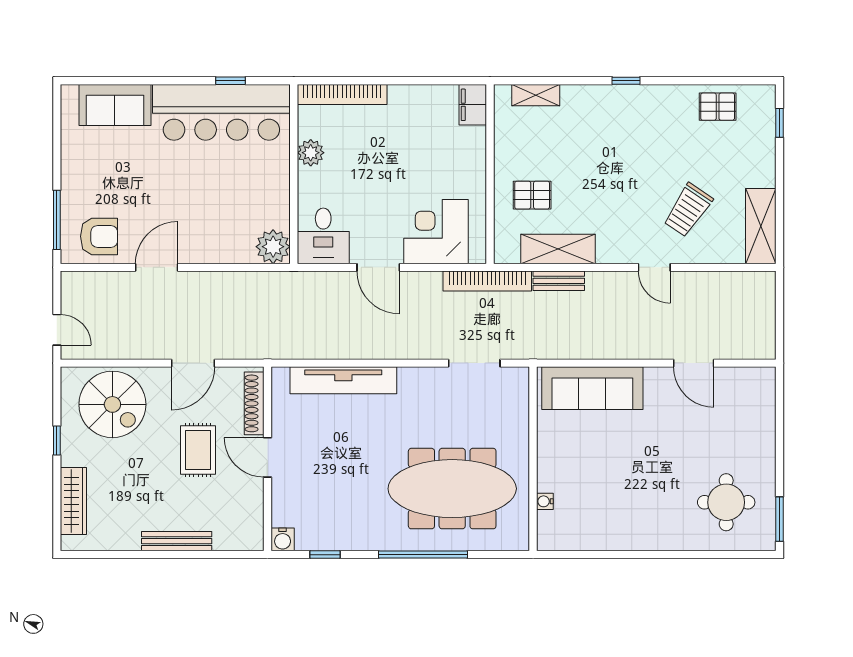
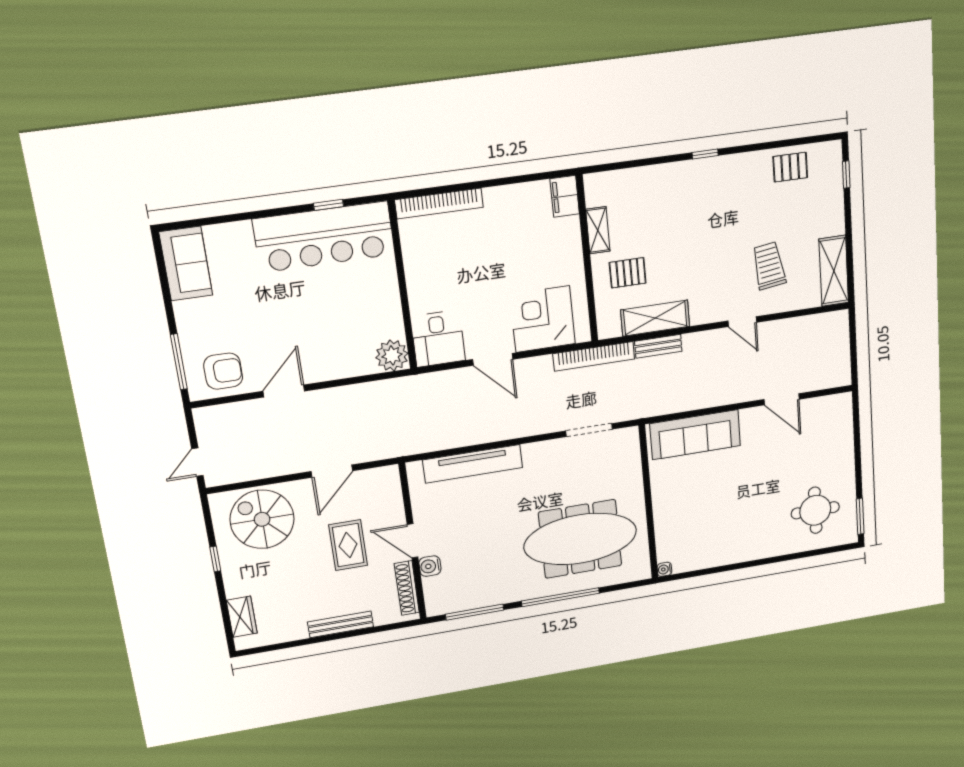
shelving: (536, 95) -> (598, 230), moved, turned 90
sofa: (115, 105) -> (186, 264), moved, turned -90
plant: (311, 153) -> (416, 263), removed
trolley: (688, 210) -> (769, 266), turned 138
door: (57, 330) -> (197, 462), swing flipped
shoe rack: (254, 403) -> (407, 588), moved
spiral stairs: (112, 404) -> (262, 519), turned 180
wardrobe: (73, 501) -> (242, 617), width x0.67
water cooler: (545, 501) -> (664, 569), moved
water cooler: (283, 539) -> (430, 566), moved, turned 90
window: (325, 555) -> (475, 612), width x2.17

